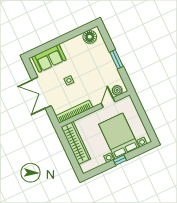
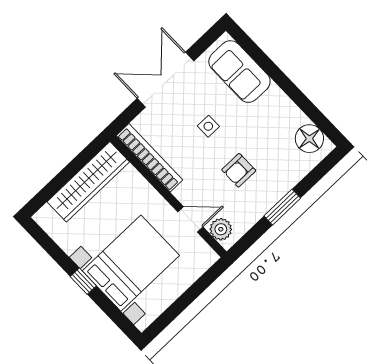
armchair: (93, 73) -> (239, 170), added

